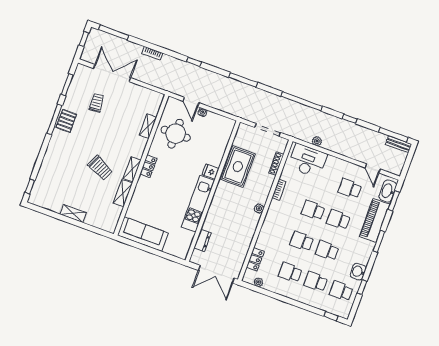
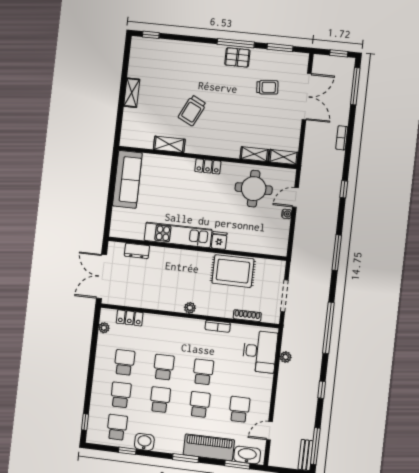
shelving: (132, 169) -> (283, 157), moved

